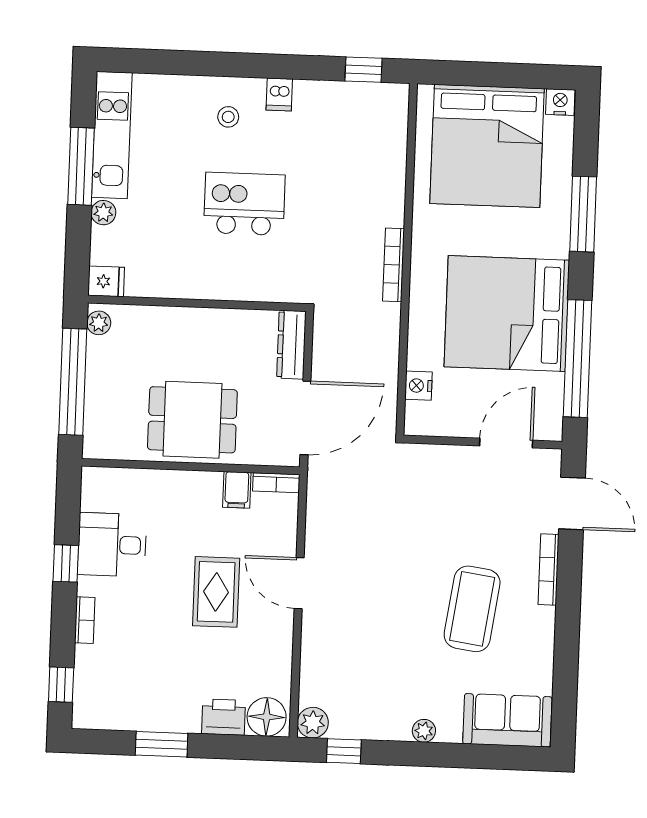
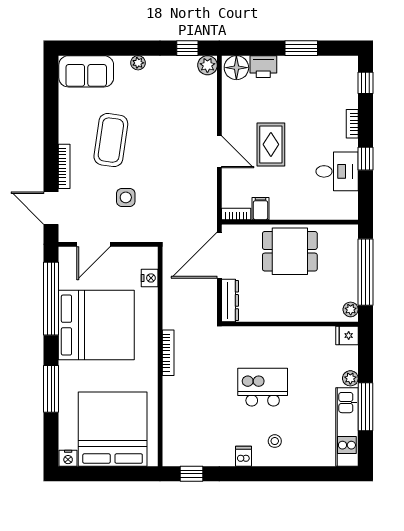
kitchen island: (244, 204) -> (263, 387), turned 180
side table: (452, 516) -> (126, 197), added

